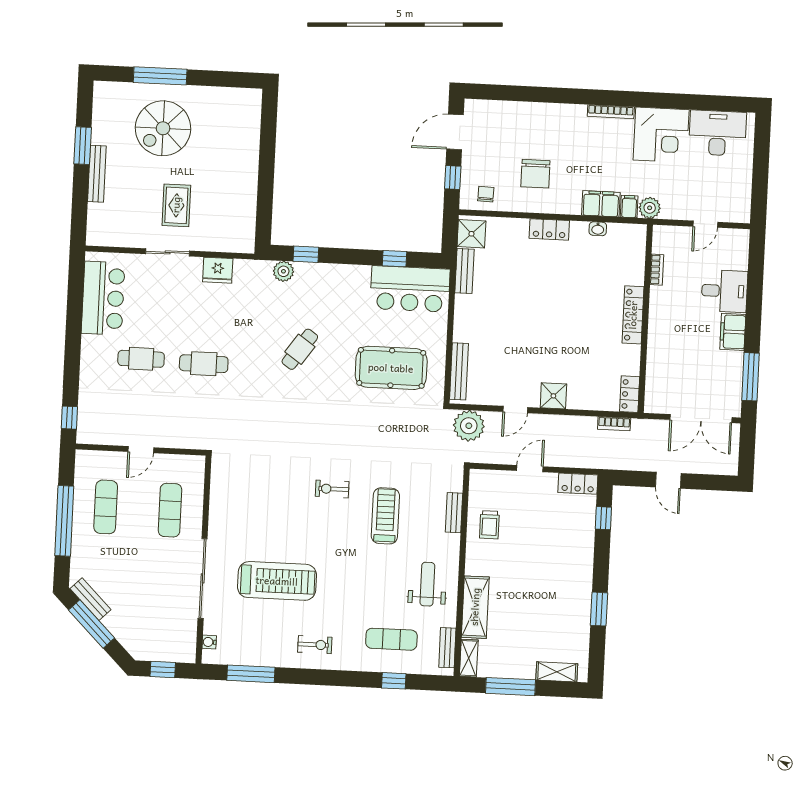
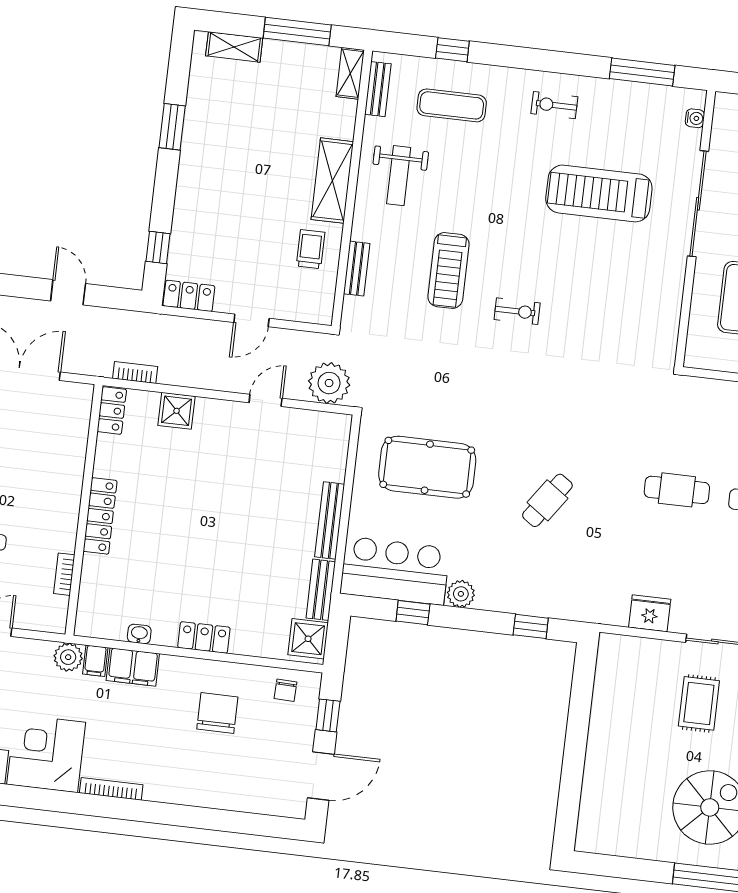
plant: (283, 271) -> (461, 594), moved
bench: (459, 371) -> (330, 520), moved
shower: (553, 396) -> (177, 411), moved
shelving: (475, 607) -> (332, 181), moved

